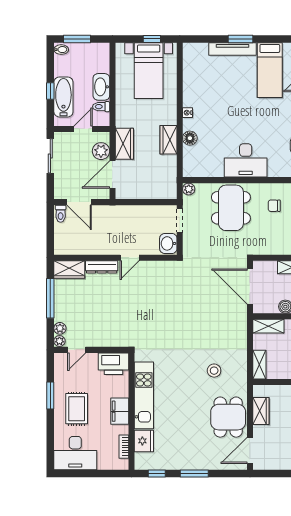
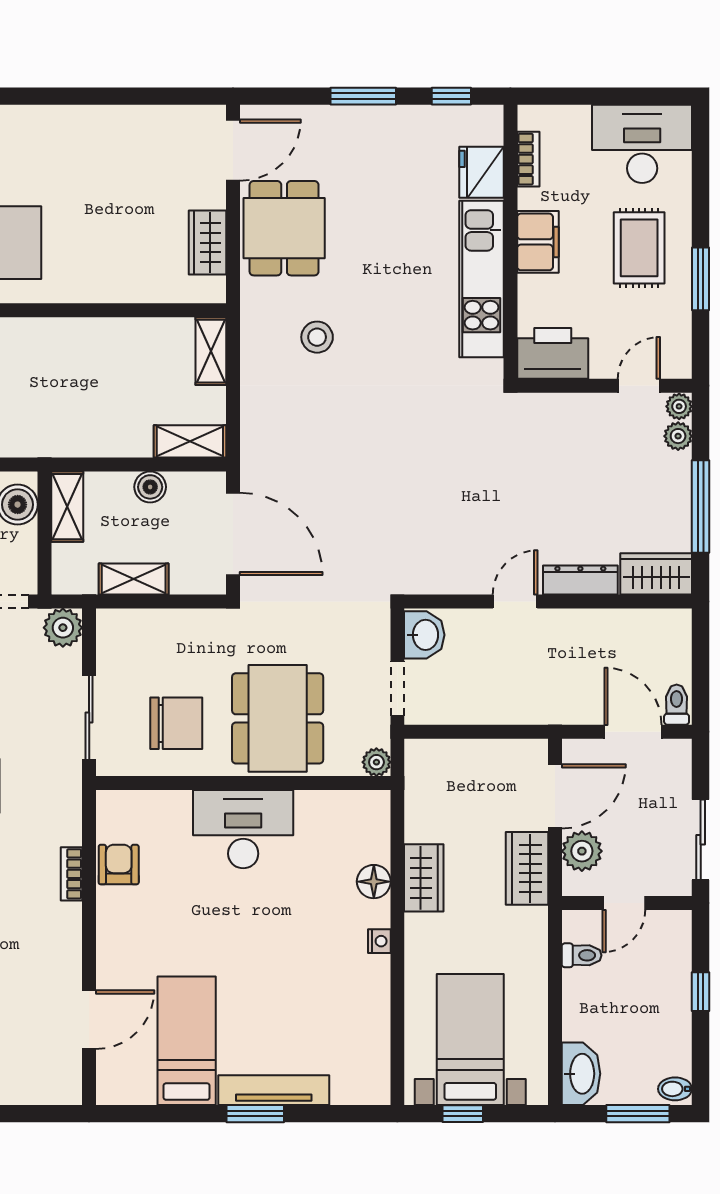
washbasin: (101, 87) -> (581, 1074), moved
bathtub: (63, 97) -> (670, 978), removed
chair: (274, 206) -> (176, 723), width x1.87, depth x1.87

